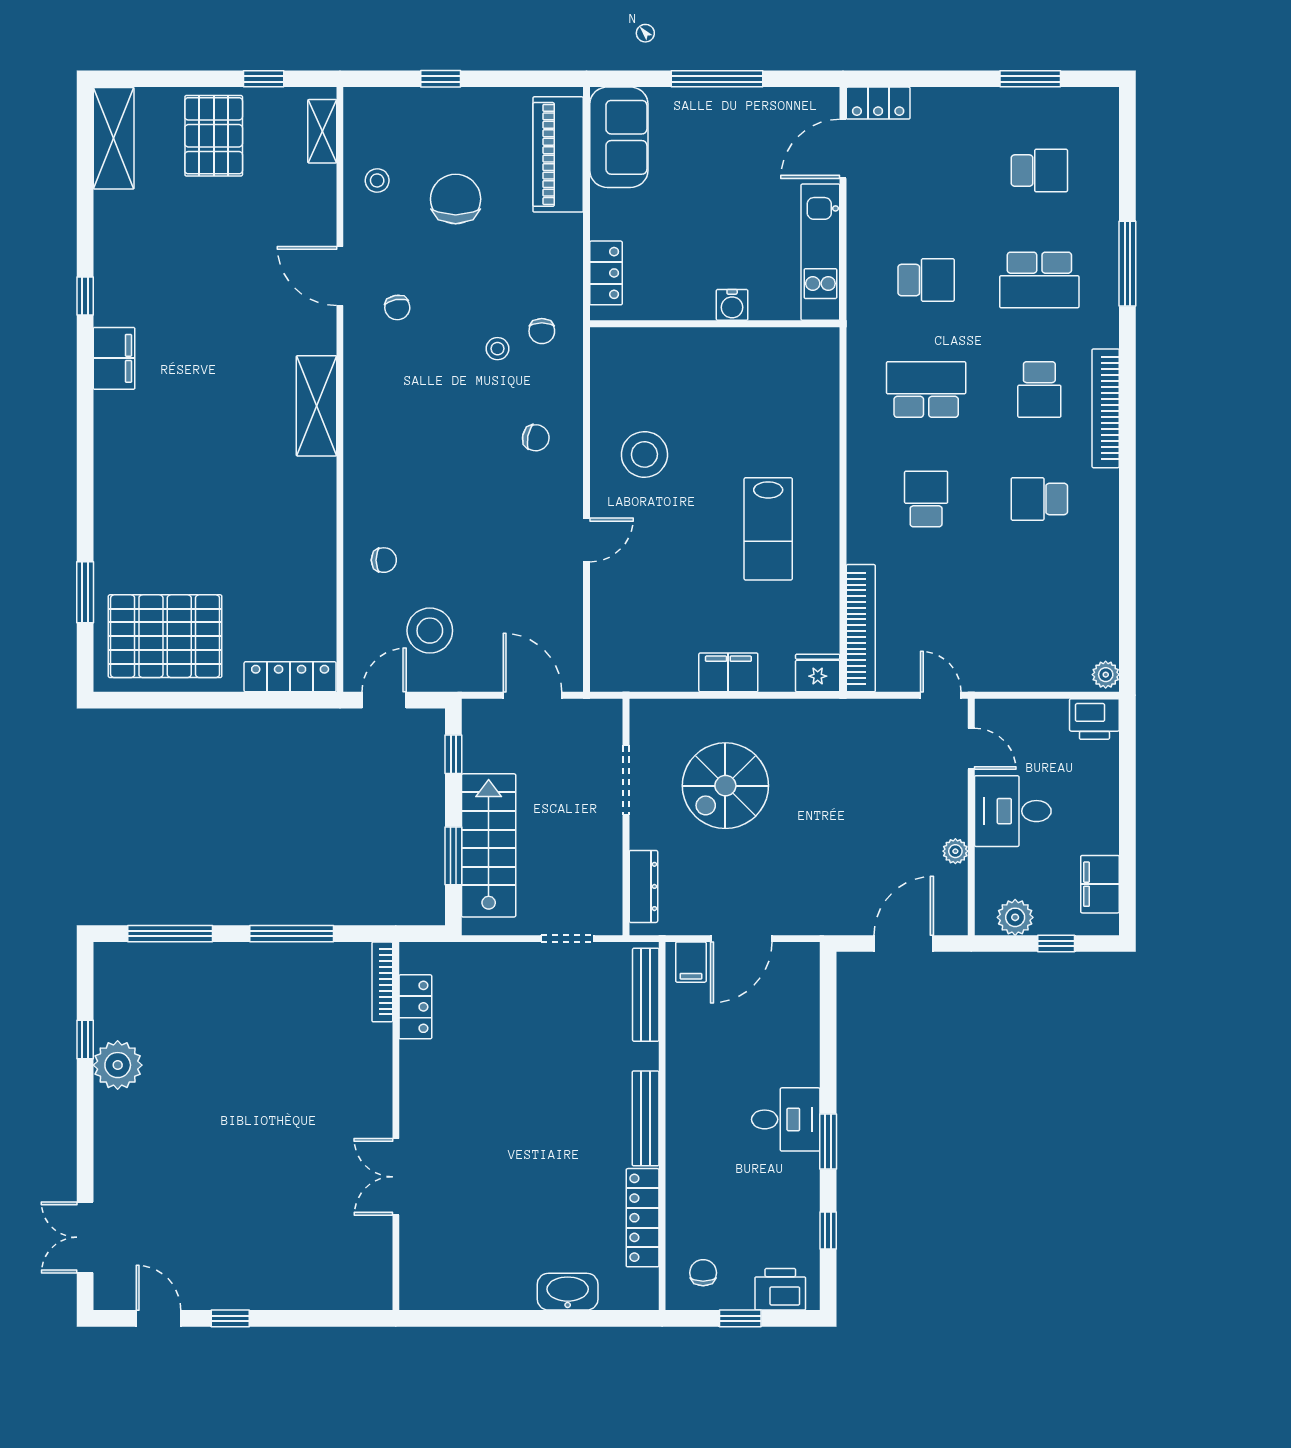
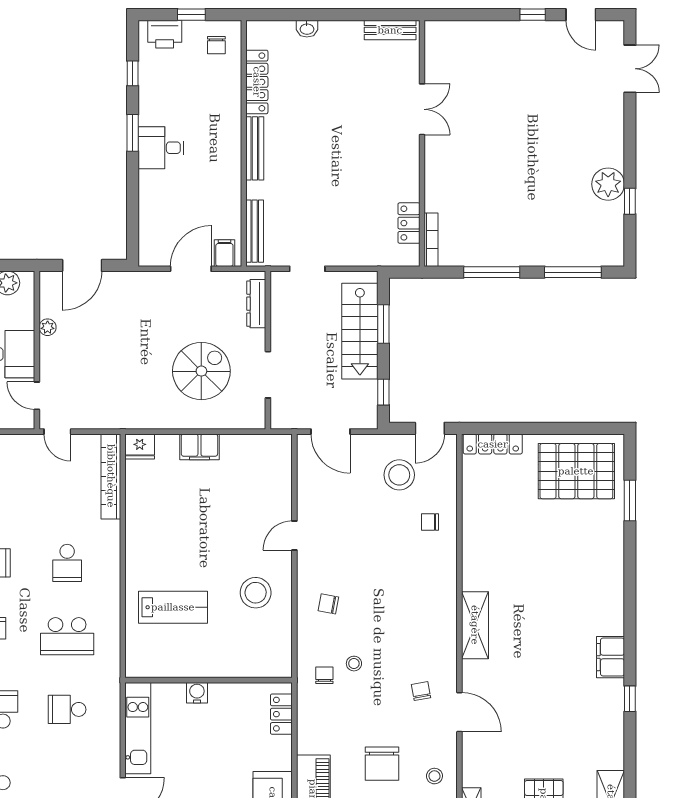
lab bench: (768, 529) -> (173, 607), moved, turned 90
washbasin: (568, 1292) -> (307, 29), width x0.52, depth x0.69
bench: (444, 1295) -> (390, 30), added

